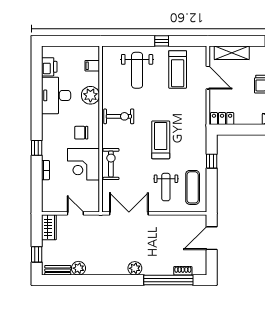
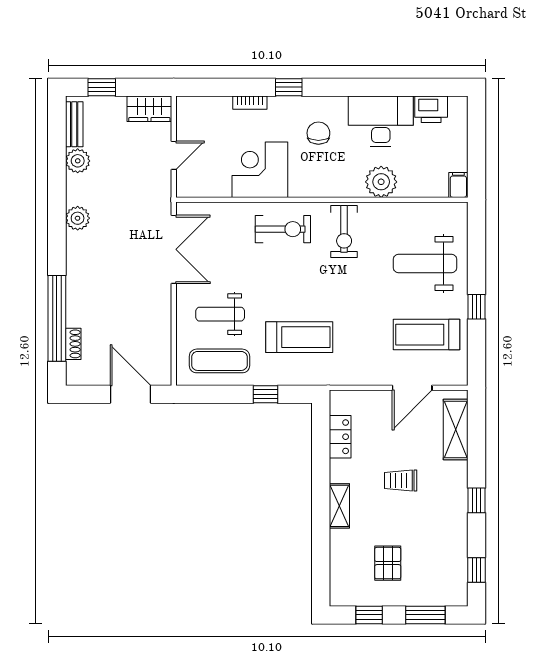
filing cabinet: (92, 66) -> (458, 185), moved
locker: (222, 119) -> (340, 437), moved
chair: (81, 133) -> (318, 133), moved
treadmill: (161, 140) -> (299, 337), moved
exercise bike: (111, 164) -> (283, 229), moved
plant: (135, 268) -> (78, 218), moved

